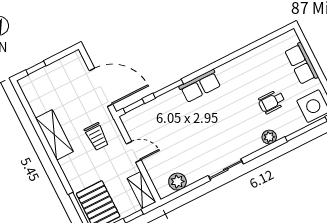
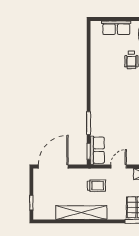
row of seats: (200, 86) -> (97, 150), moved
door: (101, 87) -> (53, 167), moved
shelving: (54, 135) -> (81, 213), width x1.47

